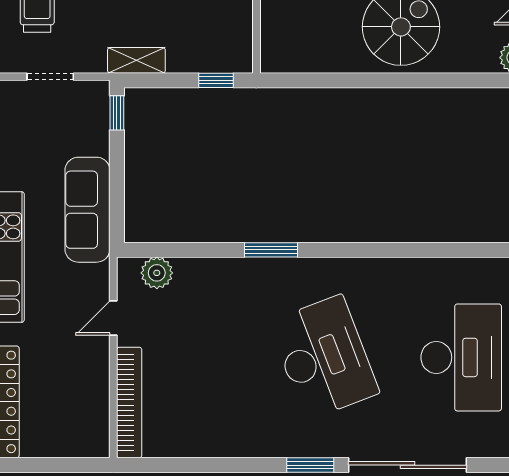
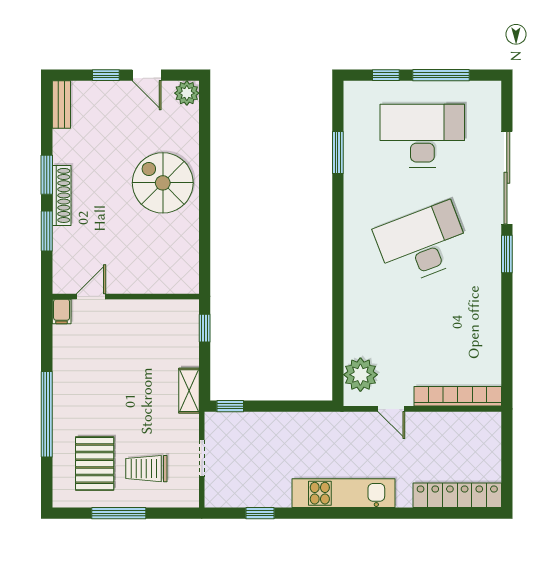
sofa: (87, 210) -> (306, 429), removed
window: (271, 250) -> (338, 152), moved
plant: (157, 273) -> (360, 375), width x1.36, depth x1.36

